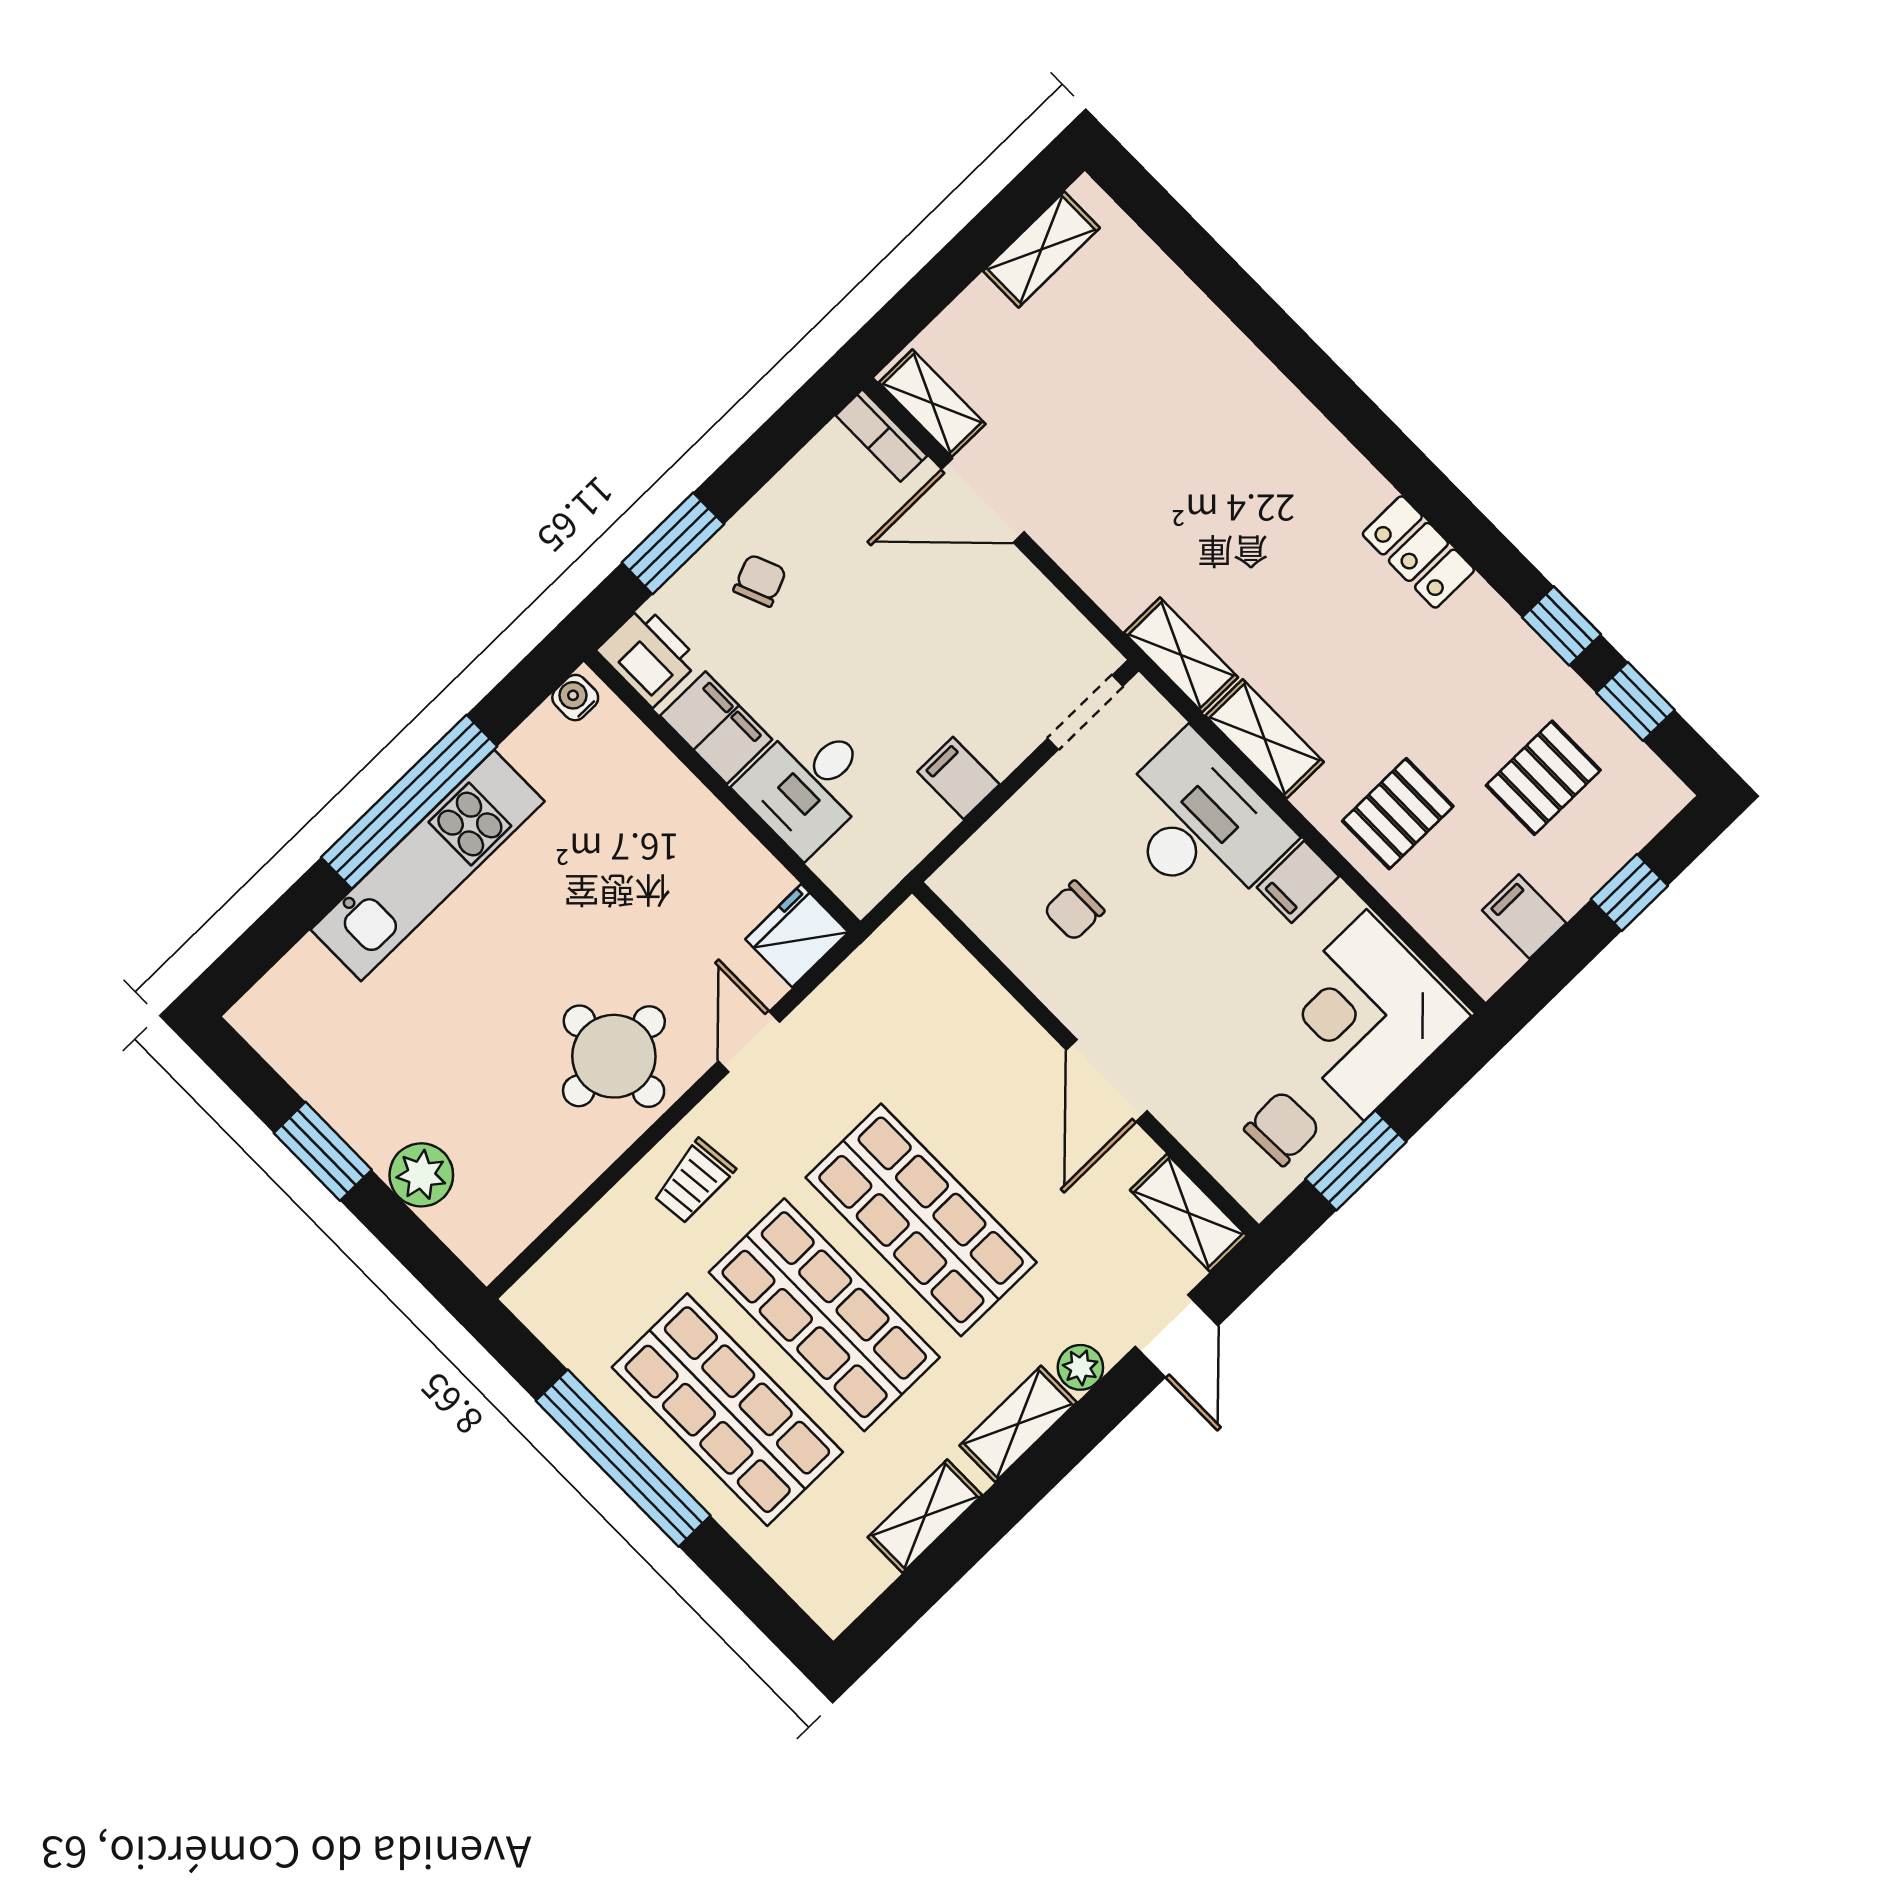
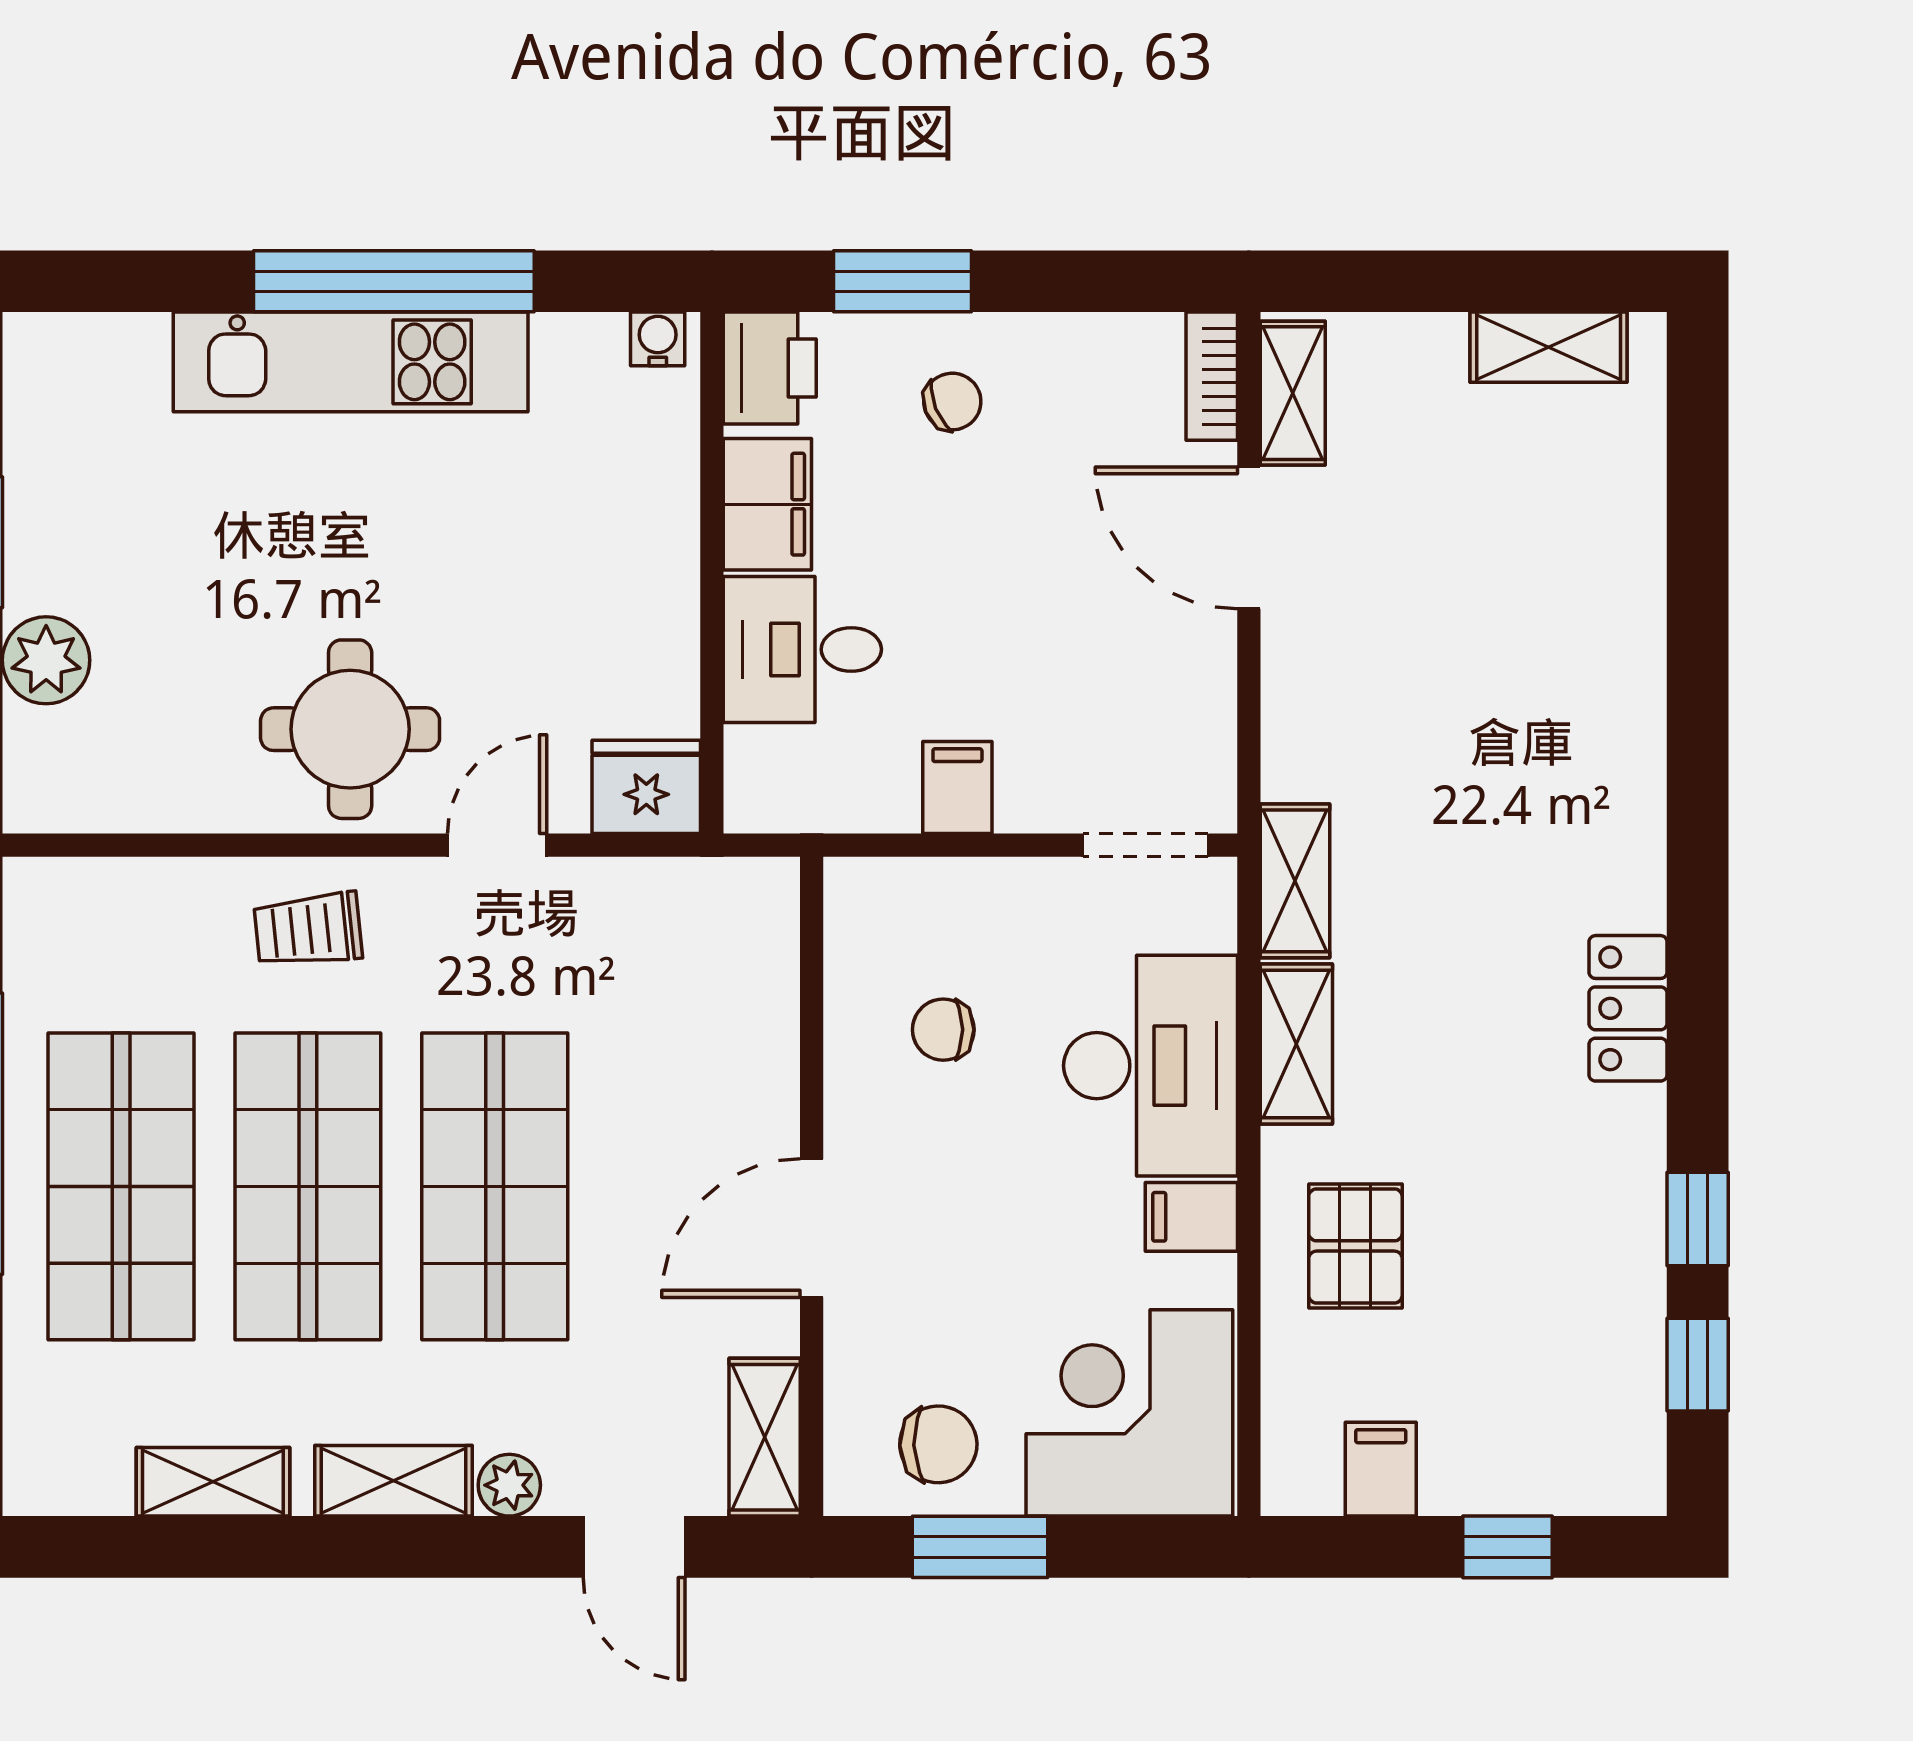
pallet: (1543, 778) -> (1533, 1351), removed
pallet: (1398, 814) -> (1355, 1246), turned 90
door: (1176, 1336) -> (634, 1547), hinge flipped

